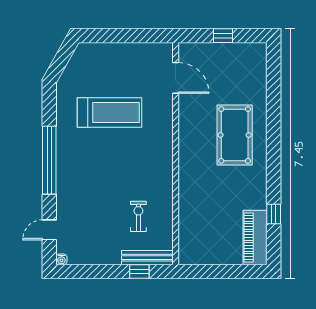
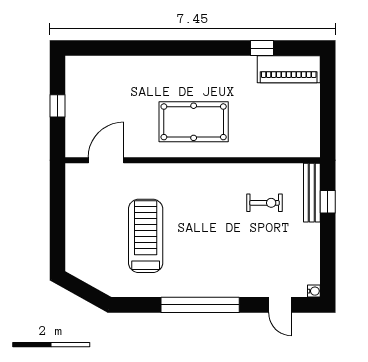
pool table: (235, 135) -> (194, 122), moved
exercise bike: (138, 216) -> (265, 203), turned 180

